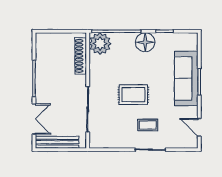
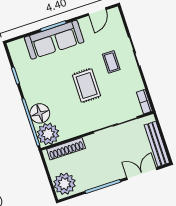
floor lamp: (145, 42) -> (40, 113), moved
plant: (48, 44) -> (64, 184), added
bookcase: (100, 144) -> (144, 102), added

